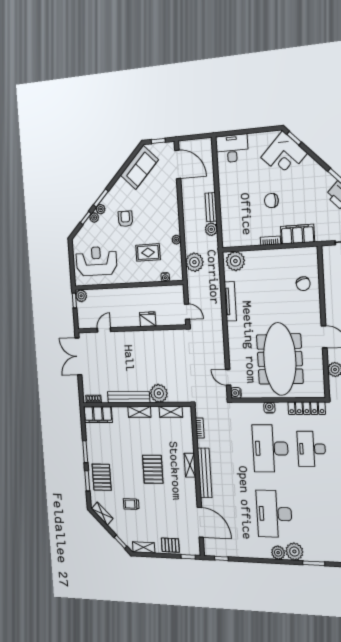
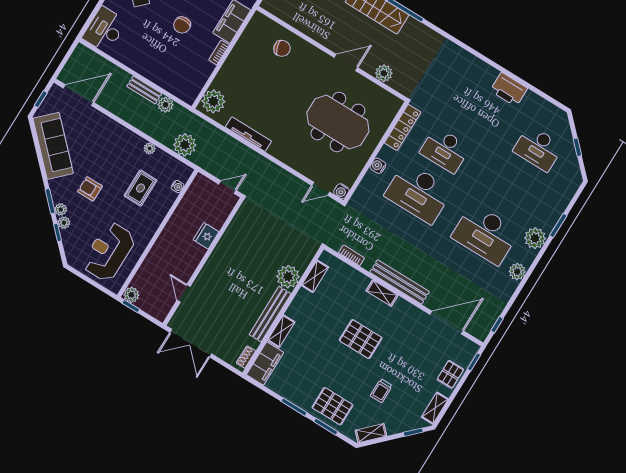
sofa: (139, 167) -> (53, 146), width x1.36
meeting table: (280, 359) -> (338, 122), width x0.73
shelving: (139, 412) -> (281, 331), moved
plant: (278, 553) -> (517, 272), moved

